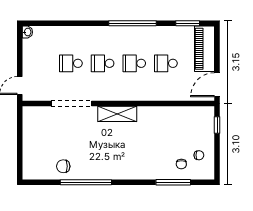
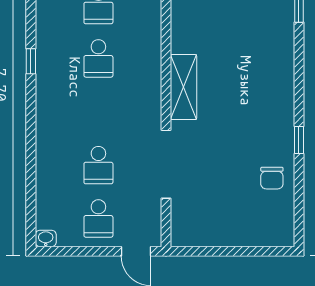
window: (133, 23) -> (31, 61), width x0.32
school desk: (103, 63) -> (98, 218), moved
window: (86, 182) -> (299, 140), width x0.32

